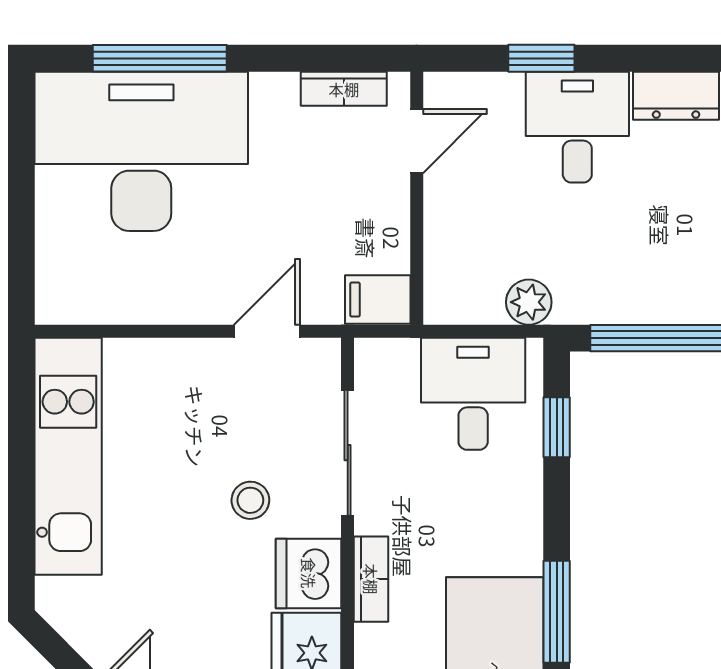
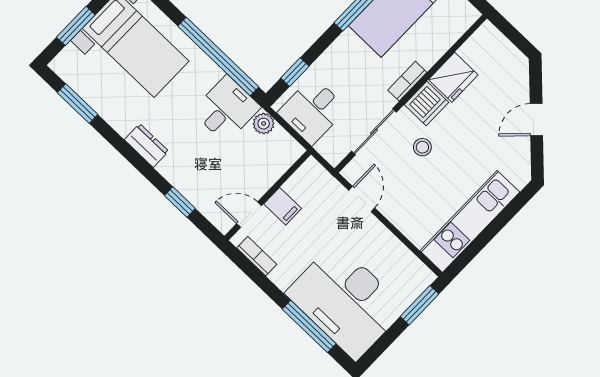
desk: (577, 127) -> (226, 109), moved, turned 180
window: (21, 254) -> (420, 305), added
filing cabinet: (378, 300) -> (283, 206), moved
door: (267, 331) -> (362, 199), swing flipped

